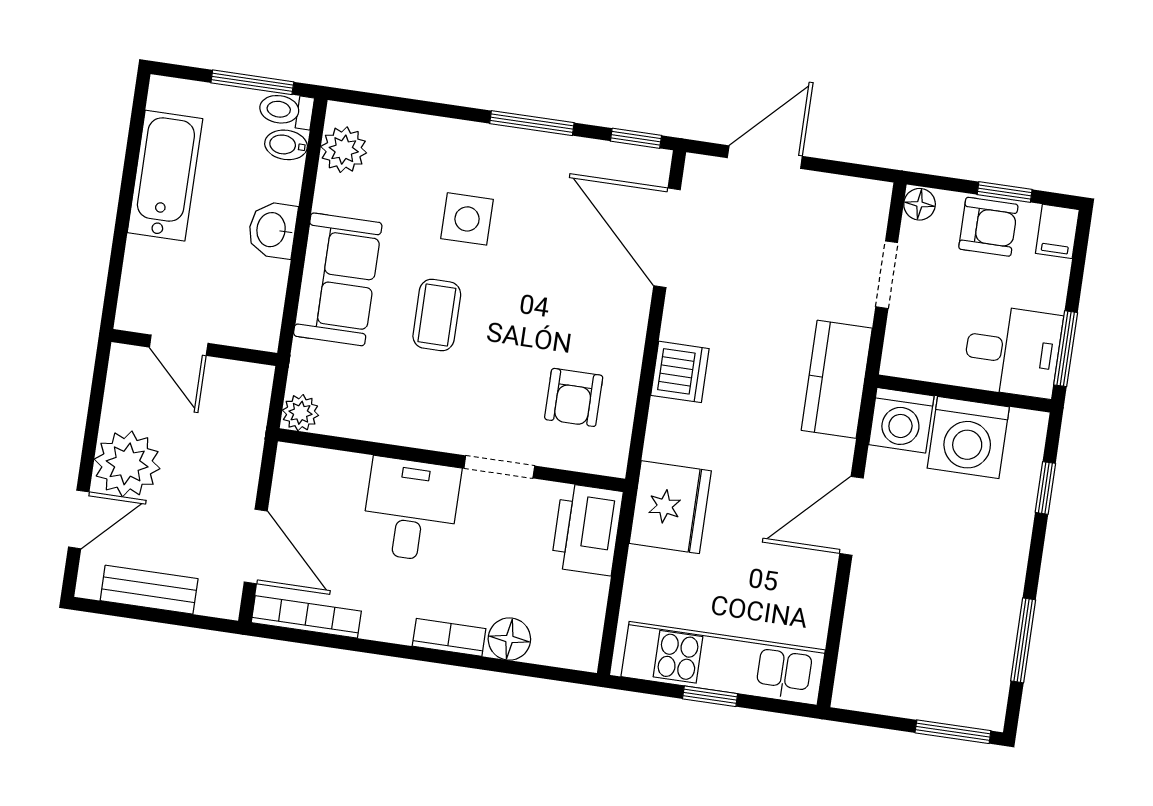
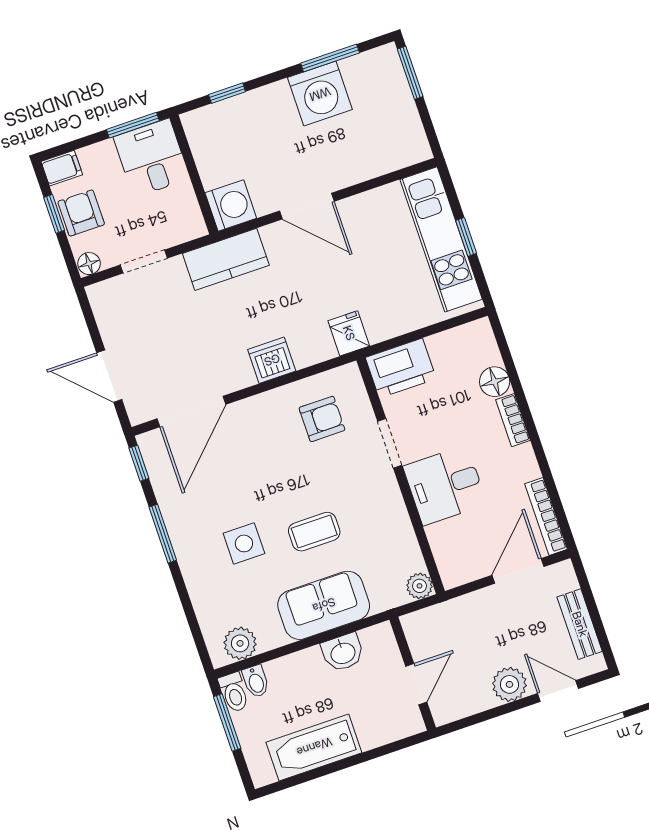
washbasin: (272, 230) -> (343, 652), moved
washing machine: (968, 438) -> (320, 94), moved, turned 90
plant: (127, 464) -> (509, 684), width x0.73, depth x0.73
fridge: (670, 507) -> (349, 333), width x0.53, depth x0.75

